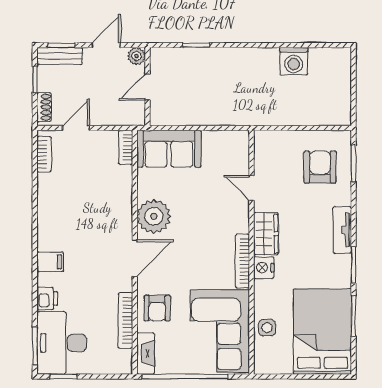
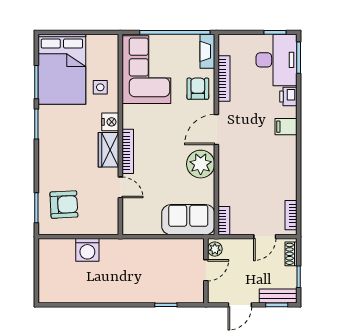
plant: (137, 56) -> (215, 249), moved
washing machine: (294, 61) -> (87, 250), moved, turned 180
armchair: (320, 167) -> (64, 205), turned -93
tv unit: (342, 230) -> (46, 153), removed
bookcase: (242, 261) -> (128, 151), moved
side table: (267, 328) -> (100, 87), moved

